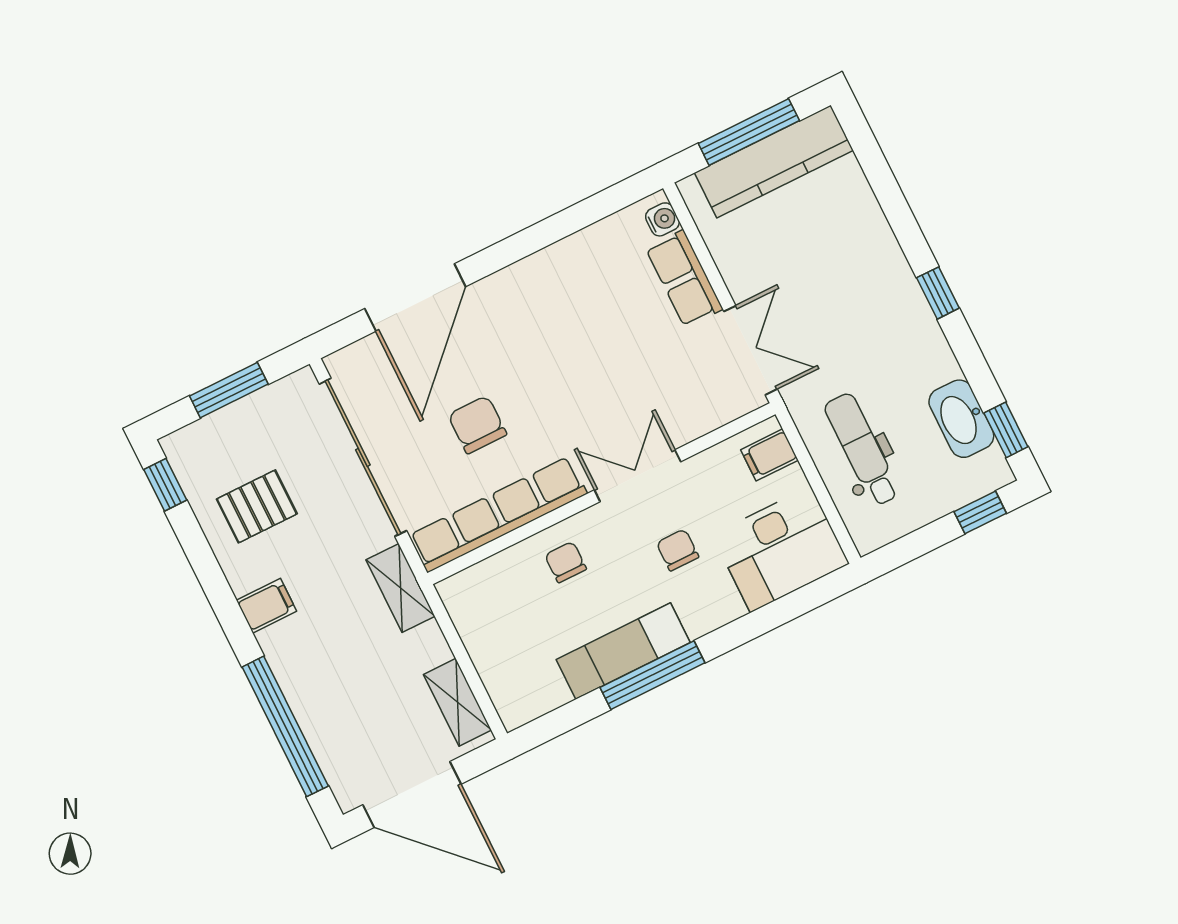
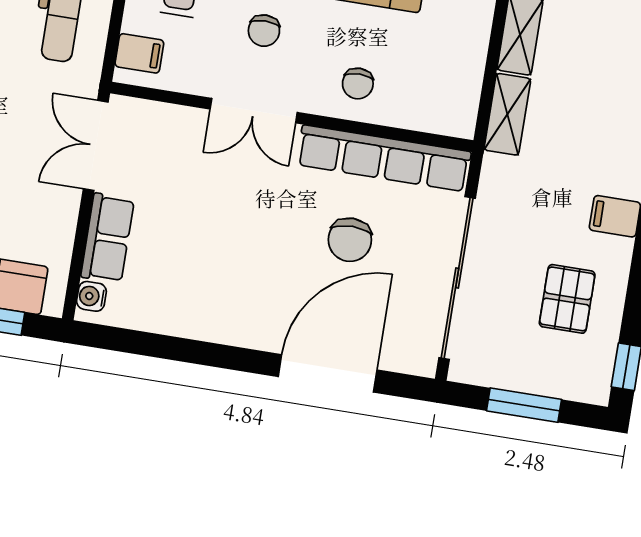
pallet: (257, 506) -> (567, 299), turned 90
shelving: (401, 588) -> (507, 114), moved

